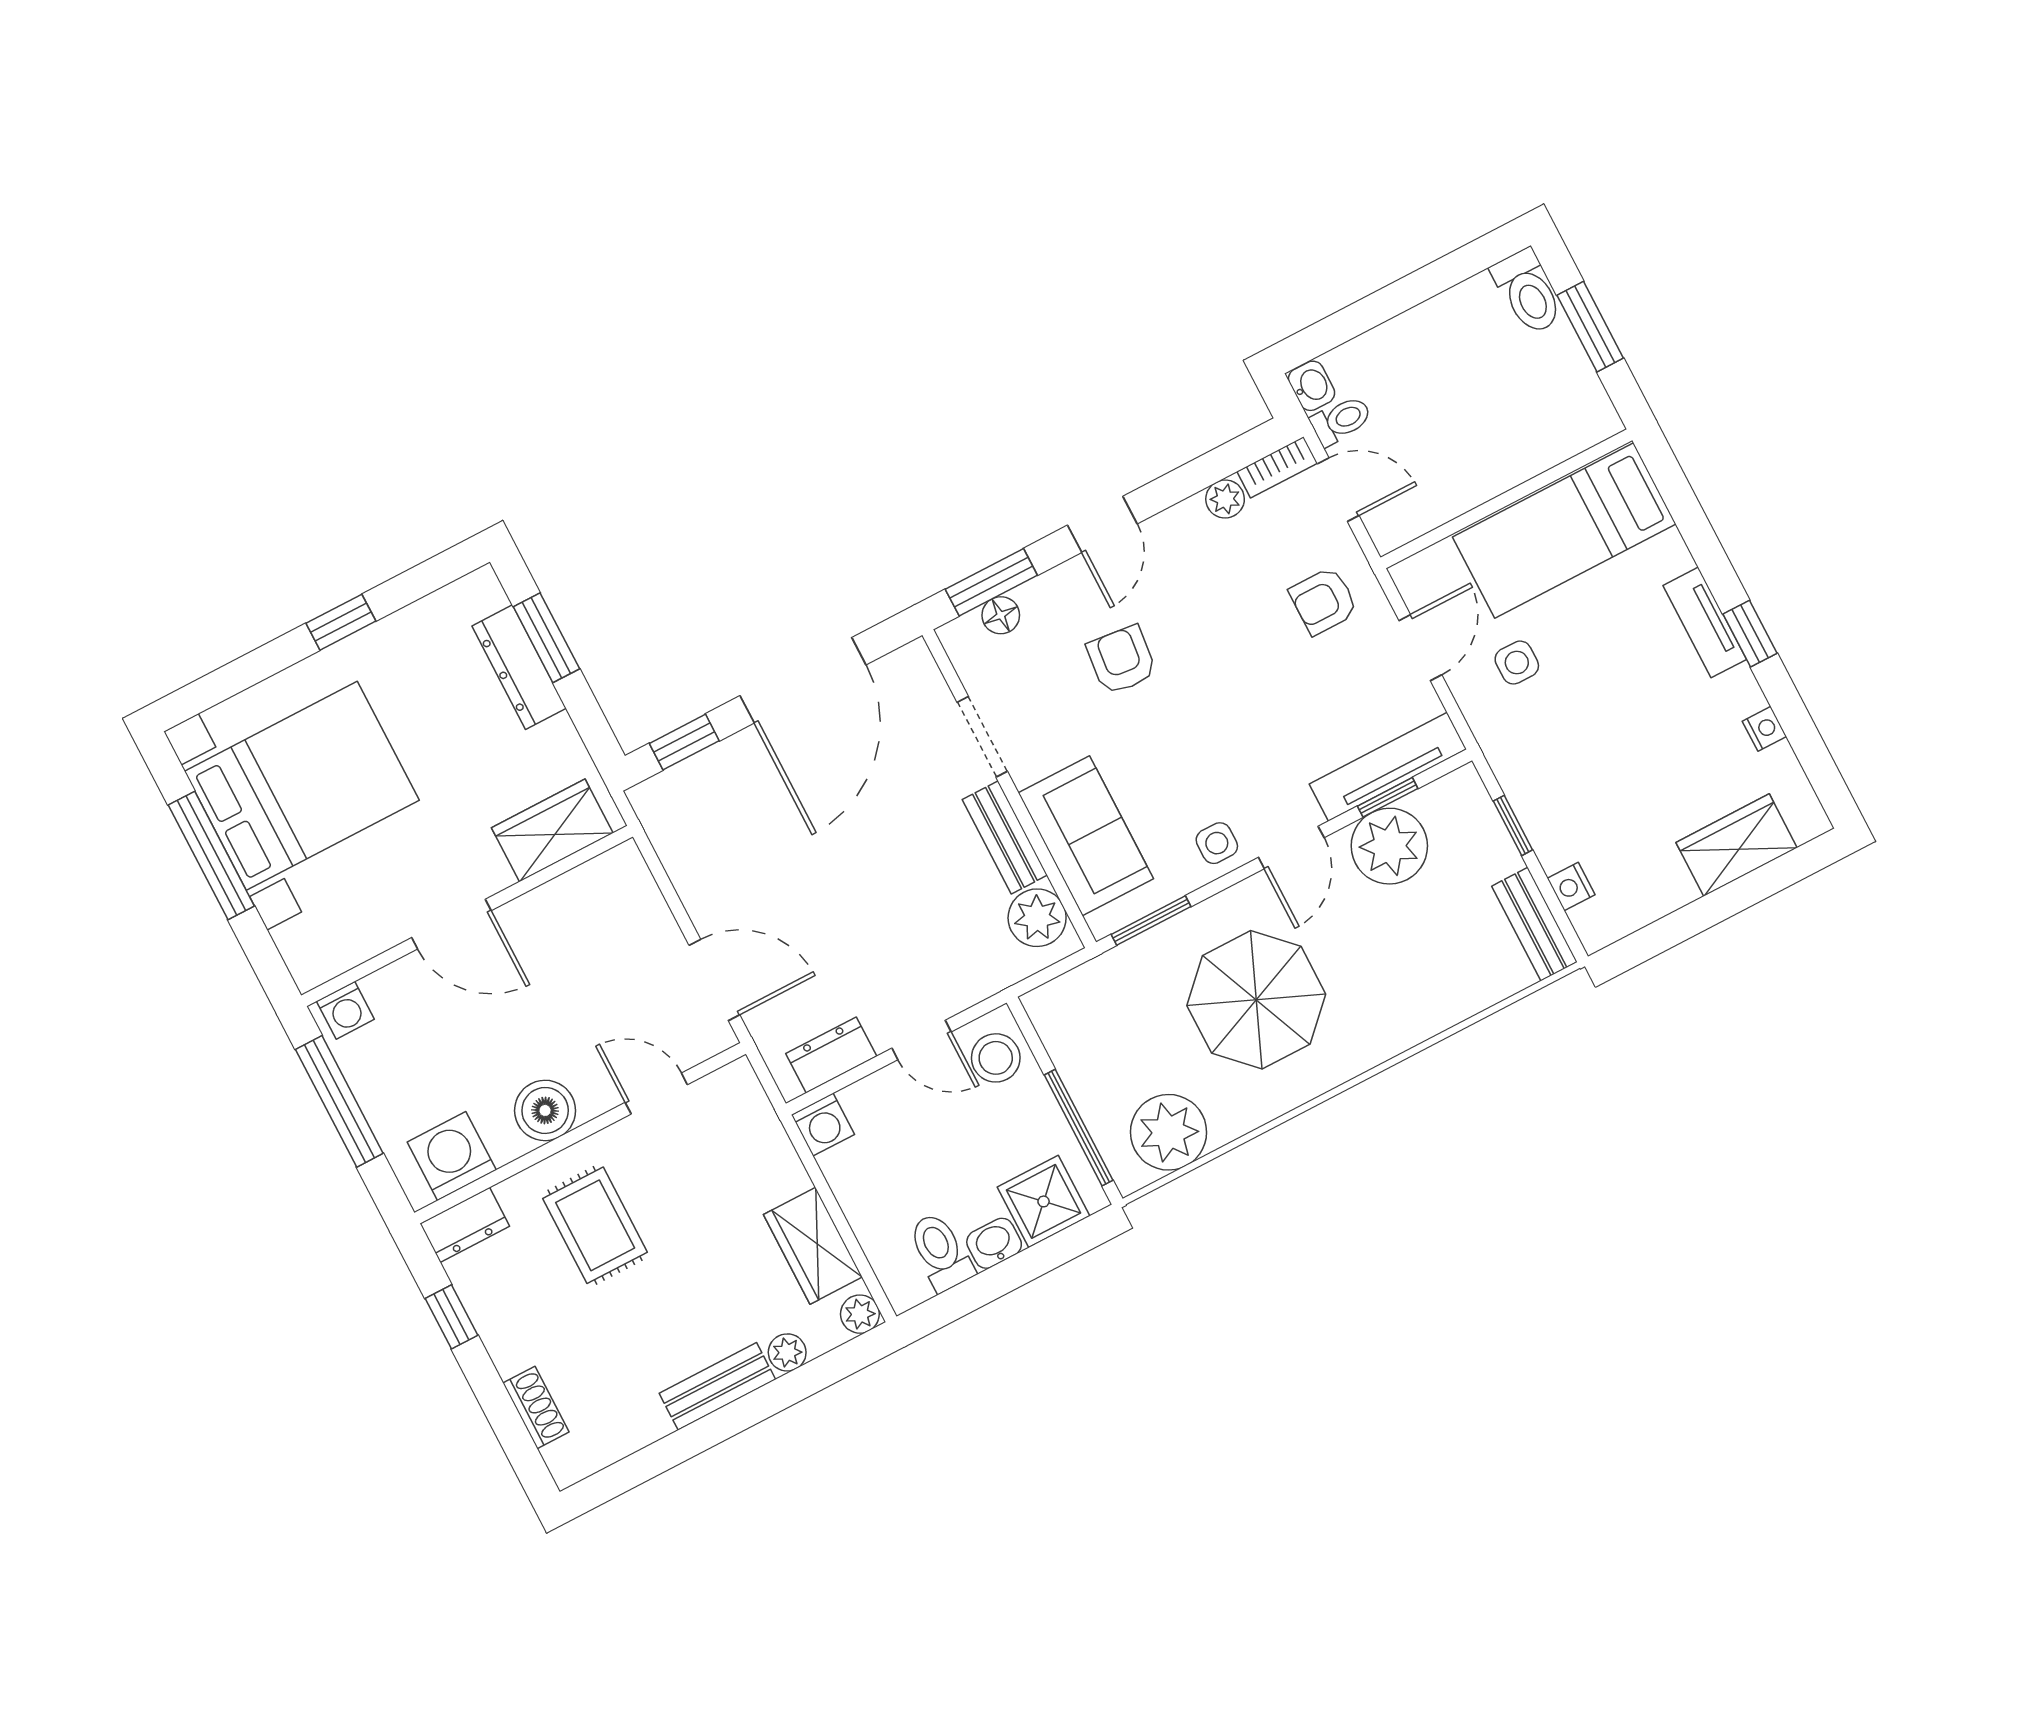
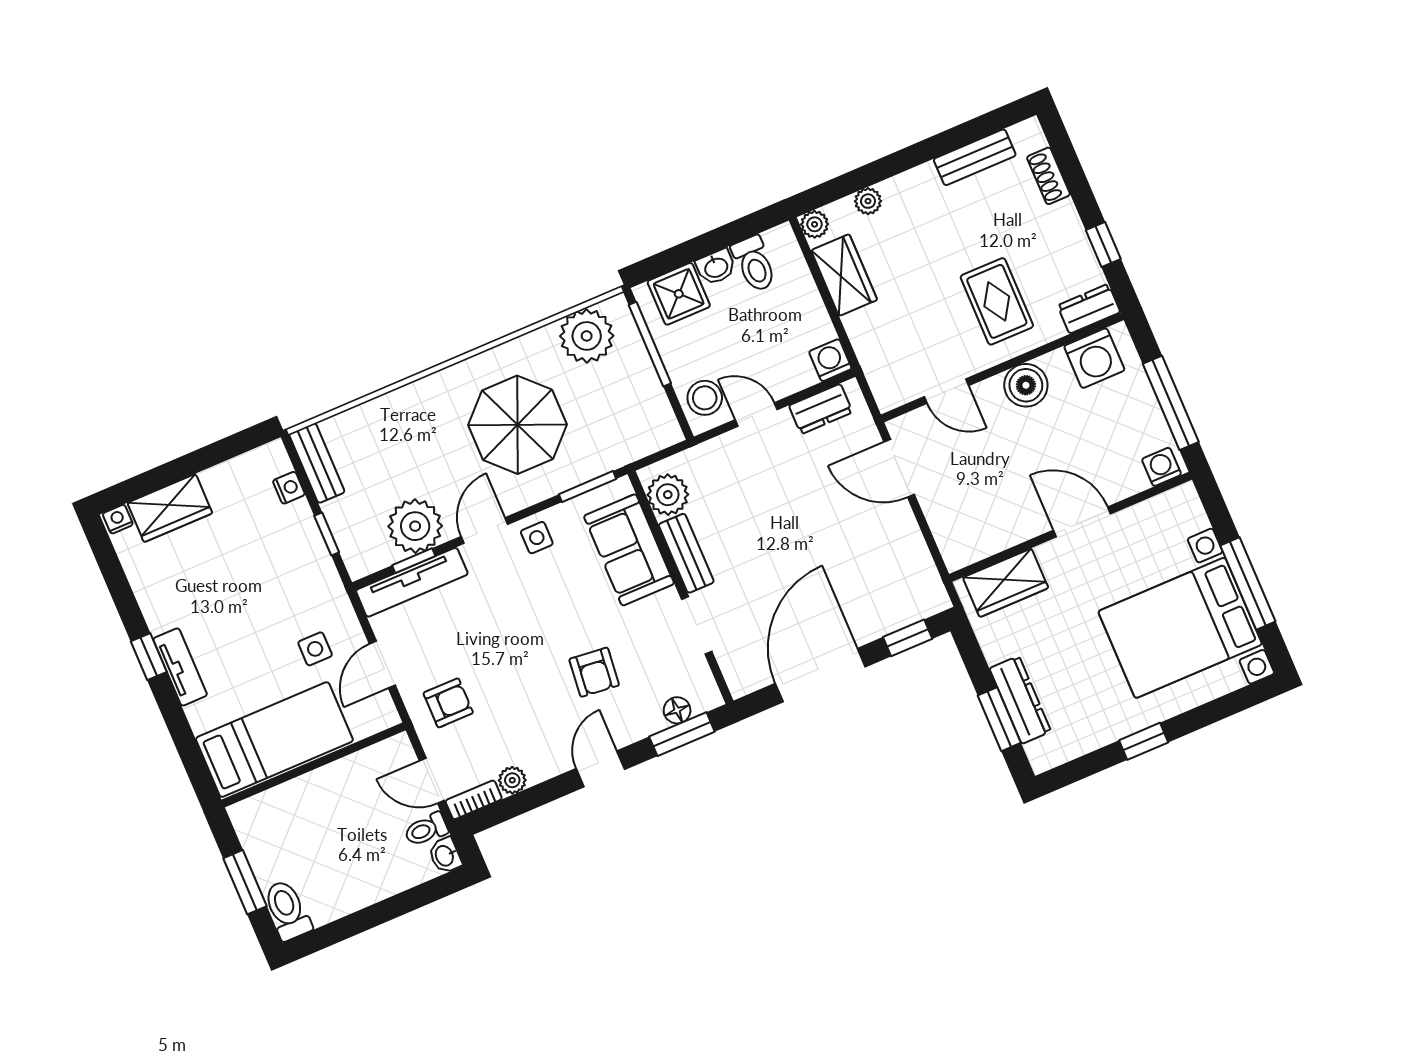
nightstand: (1764, 729) -> (118, 519), moved, turned 90
bench: (717, 1386) -> (975, 157), moved

